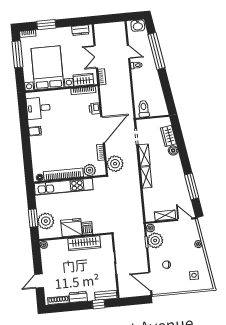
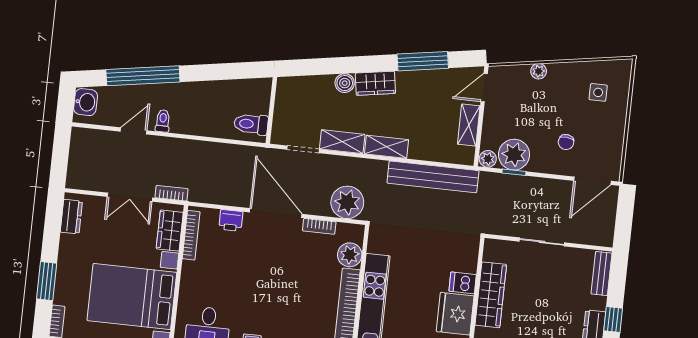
wardrobe: (168, 136) -> (375, 83), moved
bench: (136, 203) -> (433, 177), added
window: (99, 304) -> (613, 320), moved

